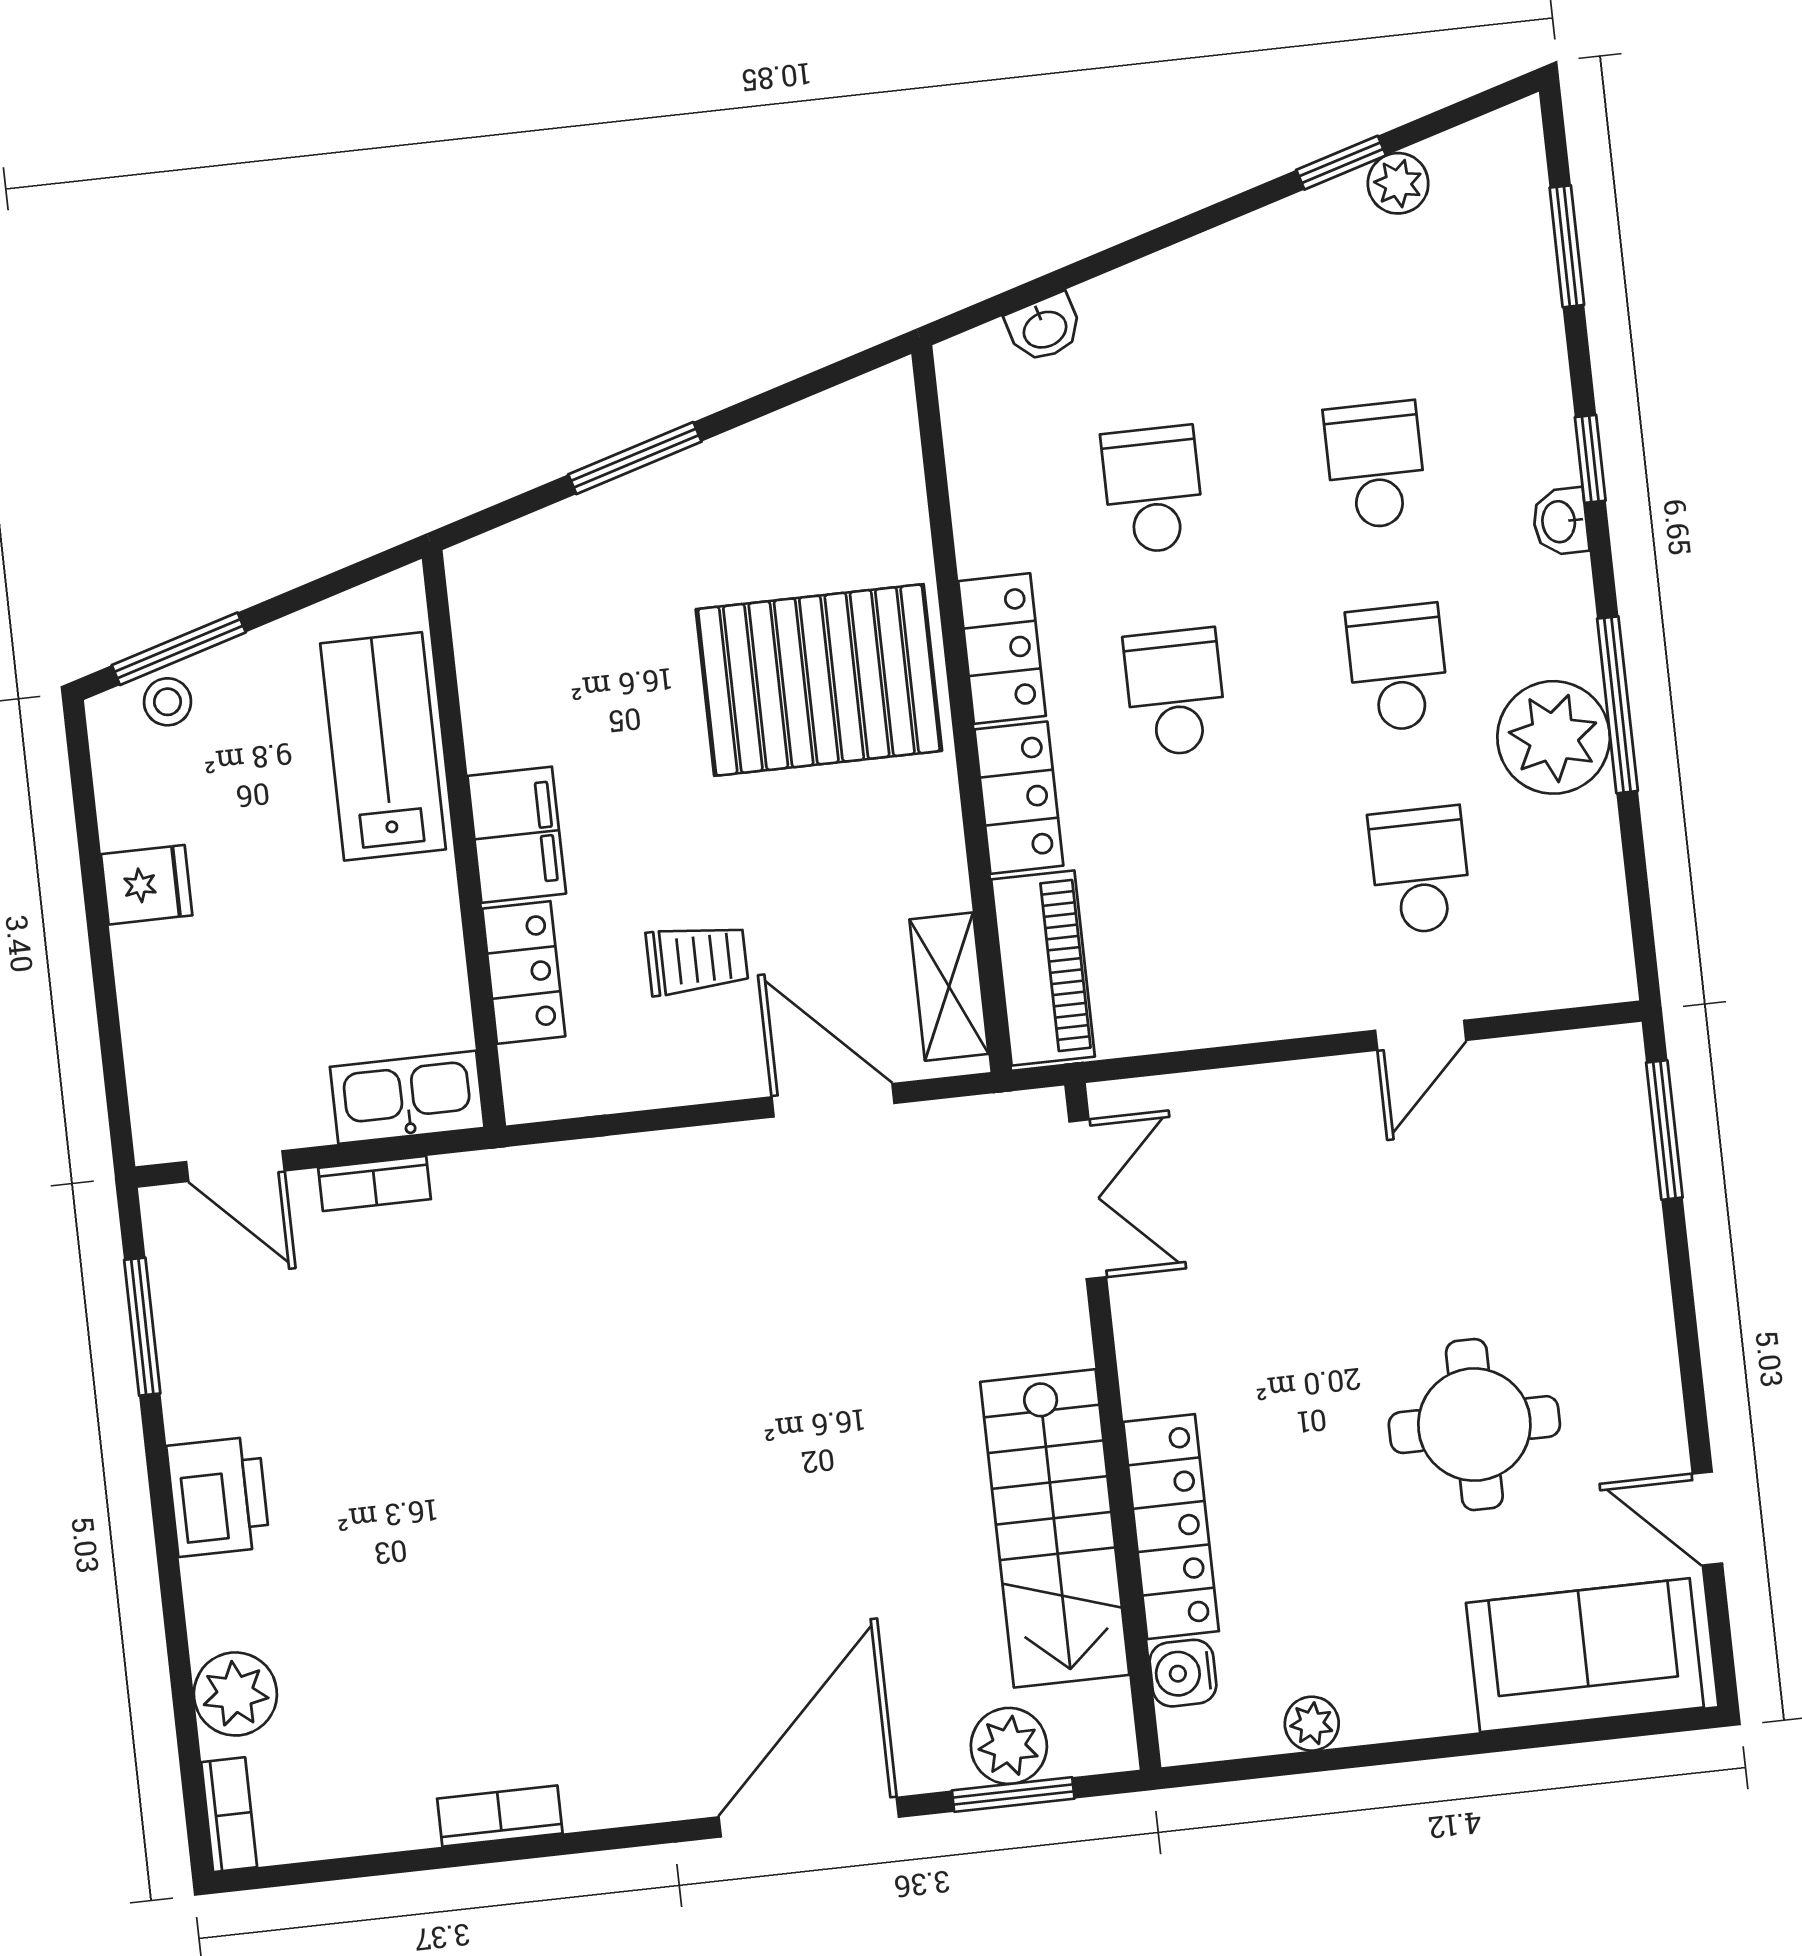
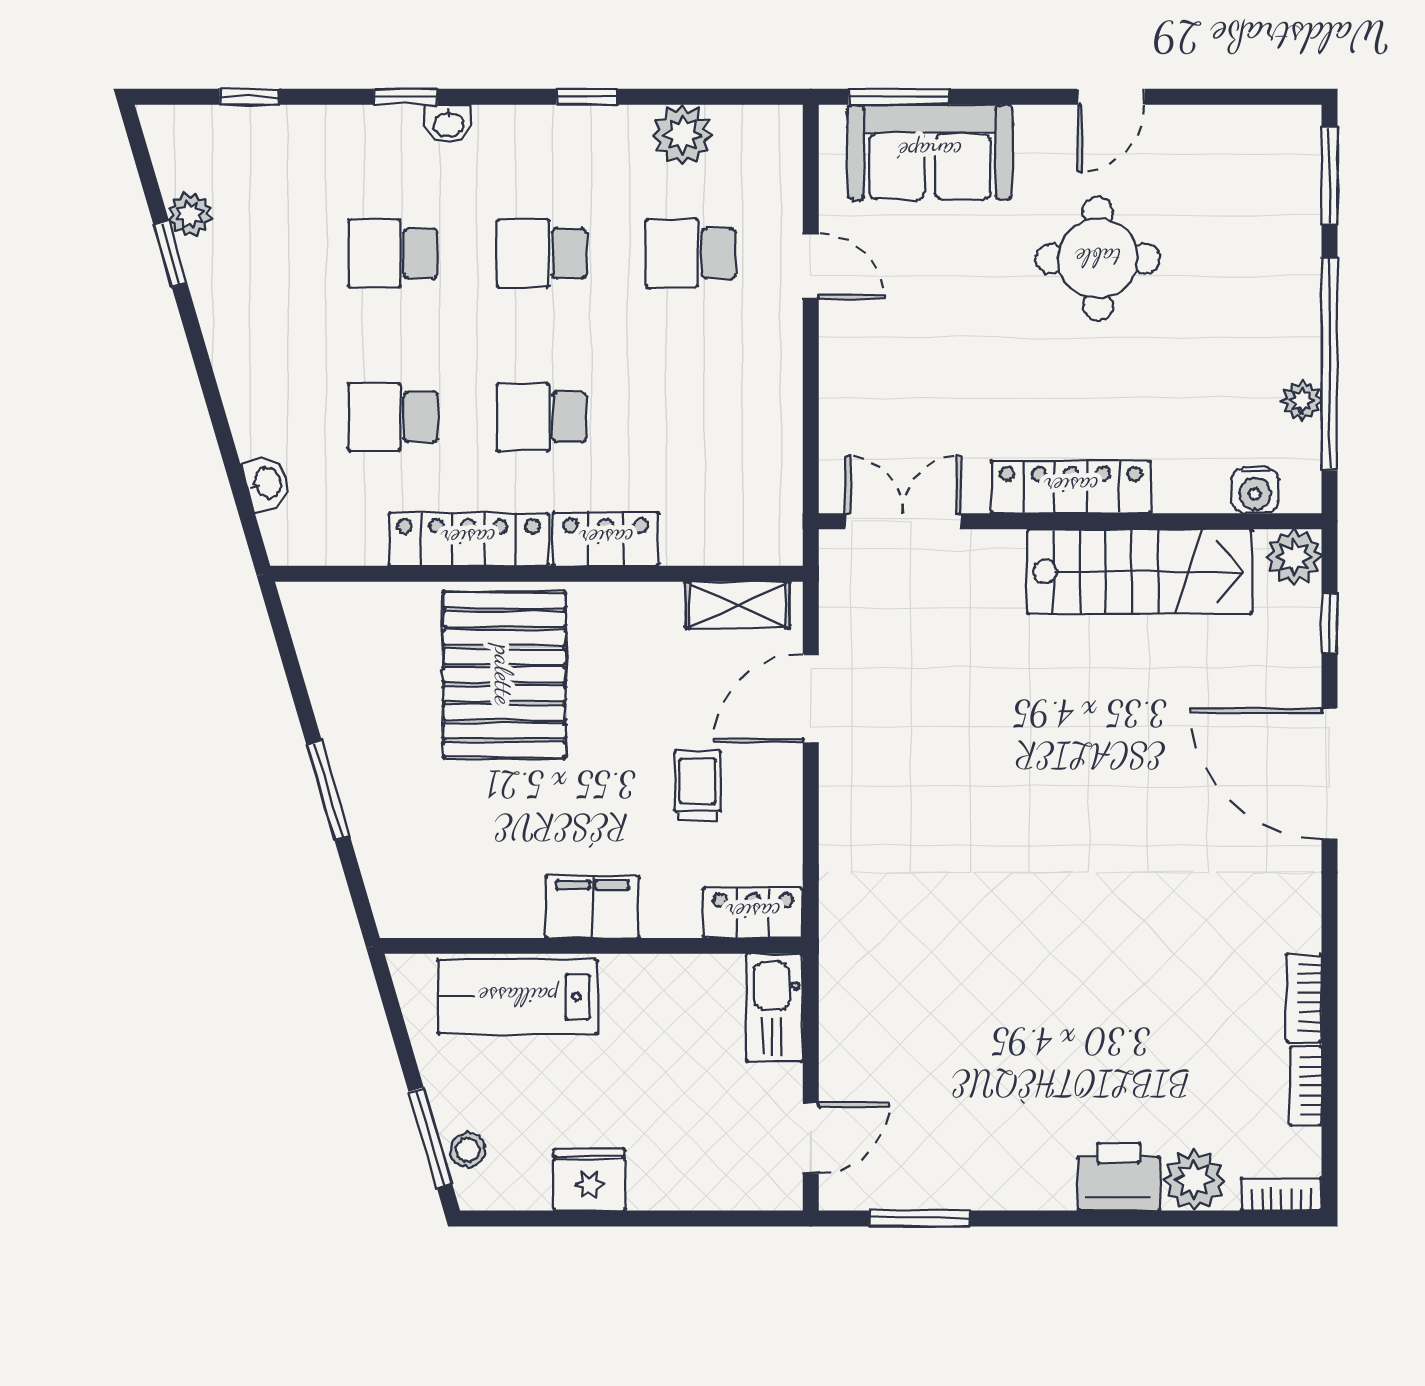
window: (1567, 246) -> (249, 97), width x0.67
locker: (1002, 648) -> (468, 539), width x1.53
window: (1617, 705) -> (586, 97), width x0.46
plant: (1554, 737) -> (683, 135), moved, width x0.73, depth x0.73
fridge: (147, 885) -> (589, 1180), width x1.38
piano: (1043, 968) -> (731, 535), removed
locker: (524, 972) -> (753, 913), moved
bookcase: (374, 1184) -> (1306, 1086), moved, turned 180
printer: (218, 1497) -> (1119, 1177), moved
door: (1707, 1519) -> (1111, 97), moved
locker: (1171, 1527) -> (1071, 487), moved
sofa: (1585, 1655) -> (930, 152), moved, turned -90
window: (1622, 1727) -> (1330, 175), added
plant: (1009, 1746) -> (1294, 557), moved
window: (1366, 1756) -> (1330, 364), added
window: (1013, 1795) -> (1330, 623), width x0.67

